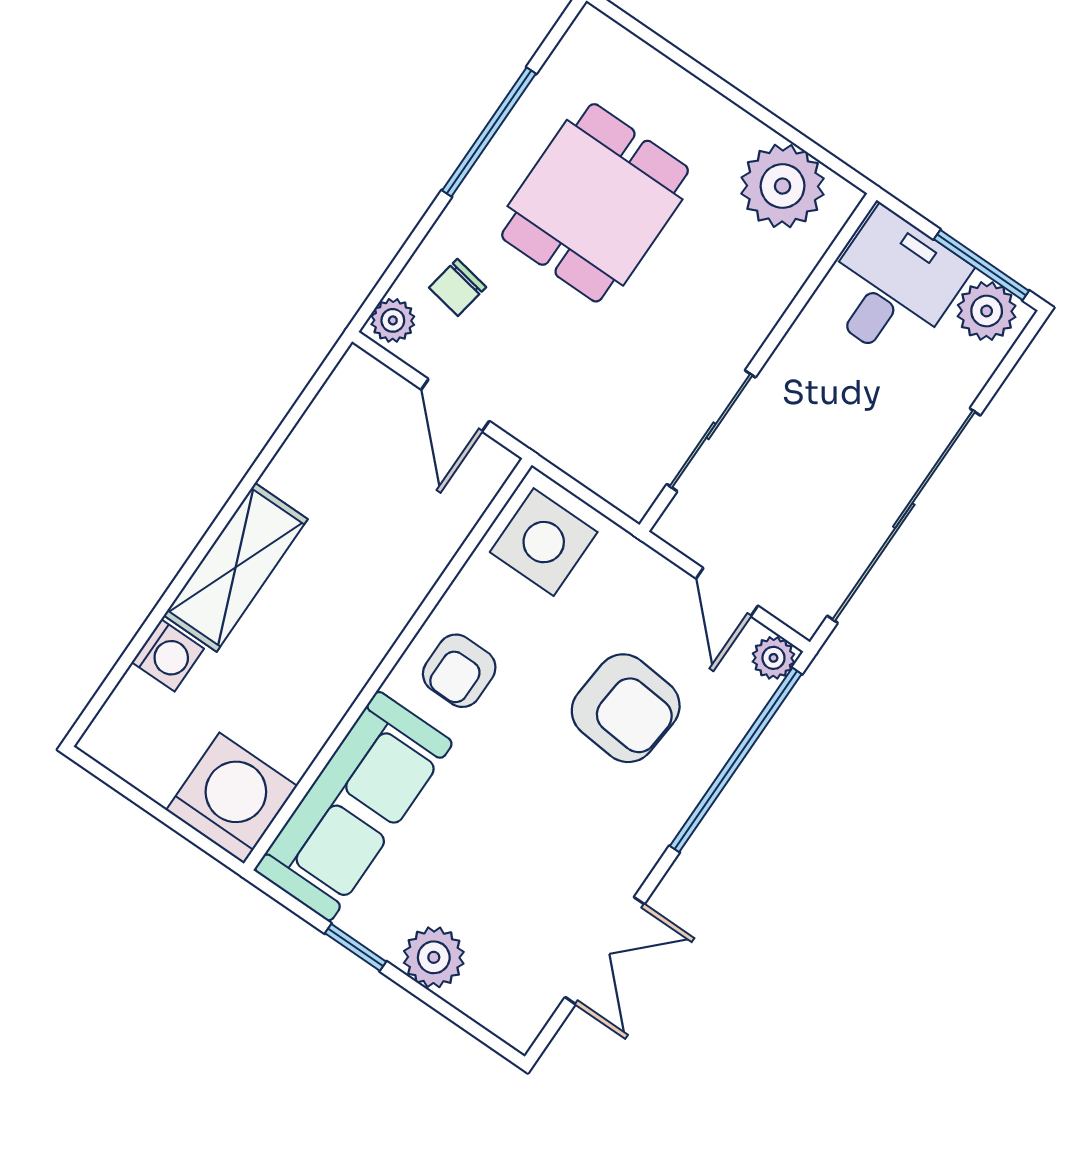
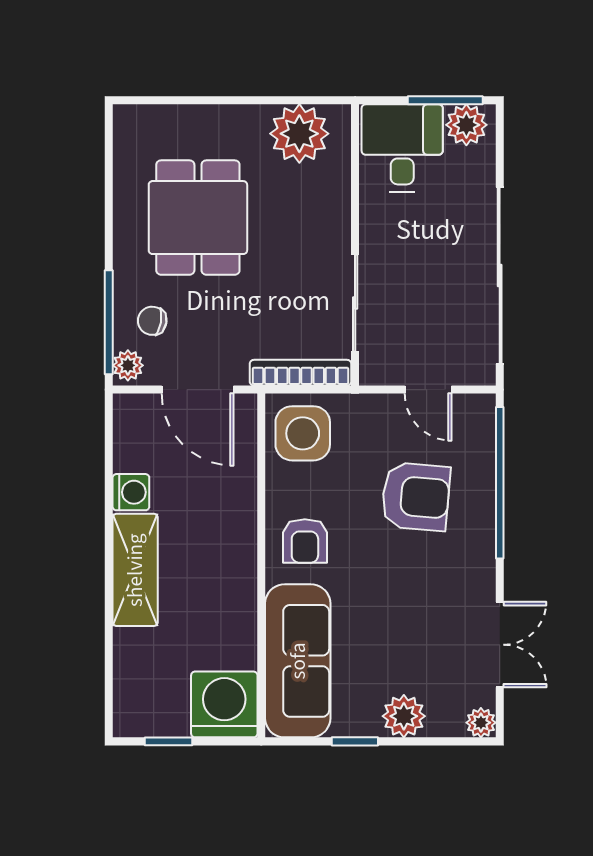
window: (489, 132) -> (109, 322), moved
chair: (458, 287) -> (152, 321), turned 90
door: (455, 405) -> (198, 390), width x1.38
bookcase: (590, 469) -> (300, 373), added
washing machine: (168, 655) -> (131, 492), moved
plant: (773, 658) -> (481, 723), moved
window: (136, 796) -> (169, 741), added

